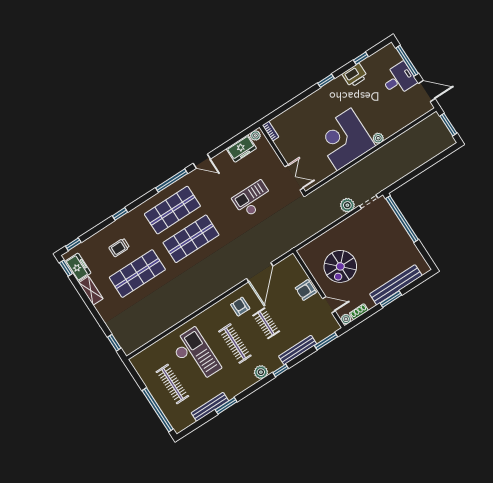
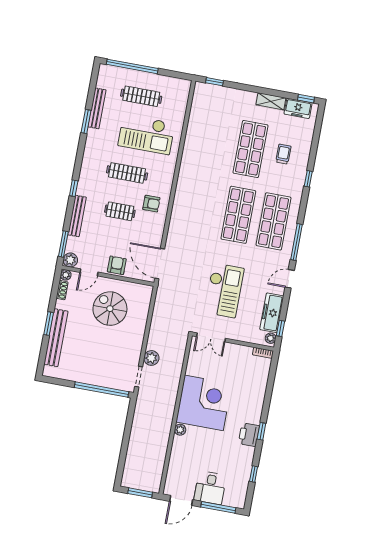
printer: (355, 75) -> (249, 435), moved
freezer: (241, 149) -> (272, 313), width x1.40
checkout: (253, 199) -> (224, 290), width x1.36, depth x1.21
window: (73, 244) -> (281, 328), moved
door: (260, 272) -> (160, 264), moved
plant: (261, 372) -> (70, 260), moved

